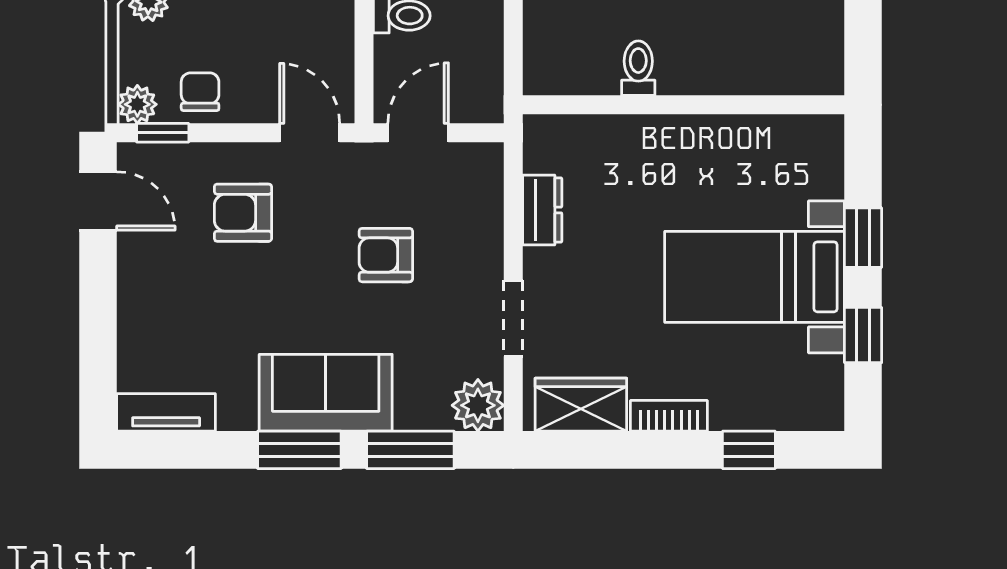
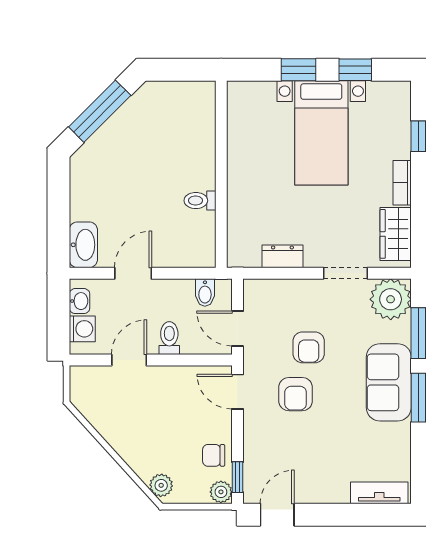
bidet: (480, 77) -> (205, 293), added
door: (310, 133) -> (237, 392), hinge flipped
armchair: (243, 213) -> (296, 394), moved
plant: (478, 405) -> (391, 299), width x1.36, depth x1.36
tv unit: (166, 412) -> (379, 493), moved, turned 90

